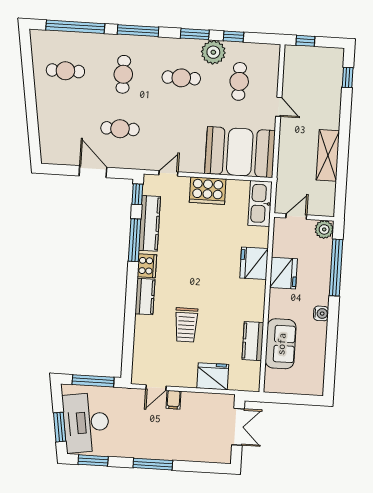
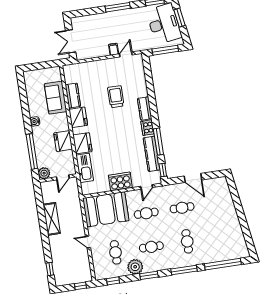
window: (234, 36) -> (113, 281), moved
cafe table: (65, 71) -> (146, 213), moved
kitchen sink: (260, 203) -> (85, 168), moved
fridge: (213, 376) -> (78, 117), moved, turned -90

